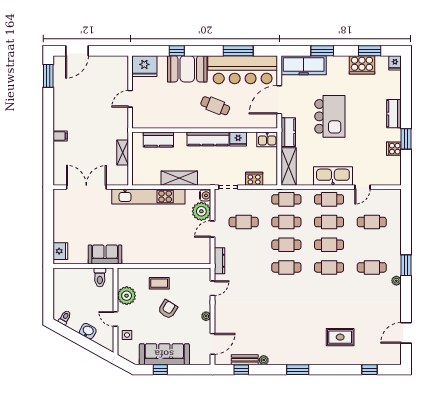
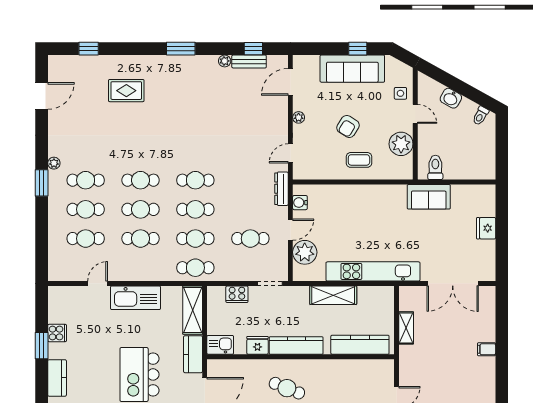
kitchen counter: (158, 139) -> (360, 345), width x1.50
water cooler: (205, 195) -> (300, 203), moved
cafe table: (329, 199) -> (86, 209), moved
fridge: (60, 251) -> (486, 228), moved

